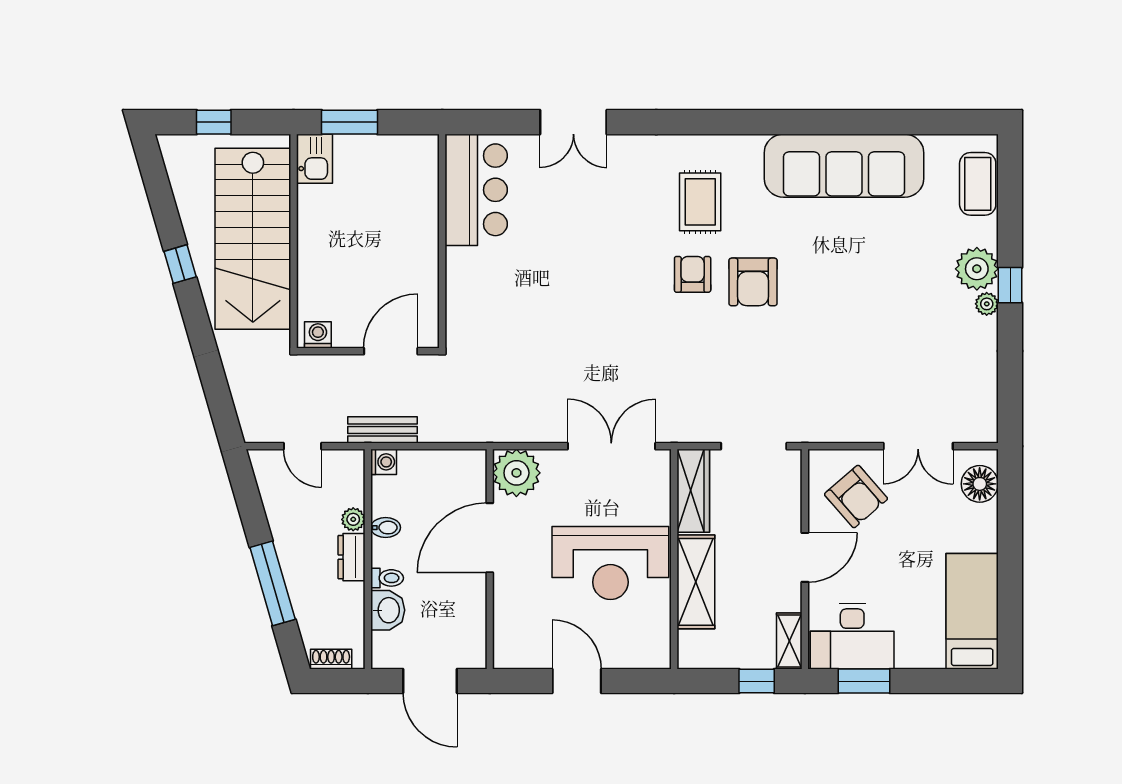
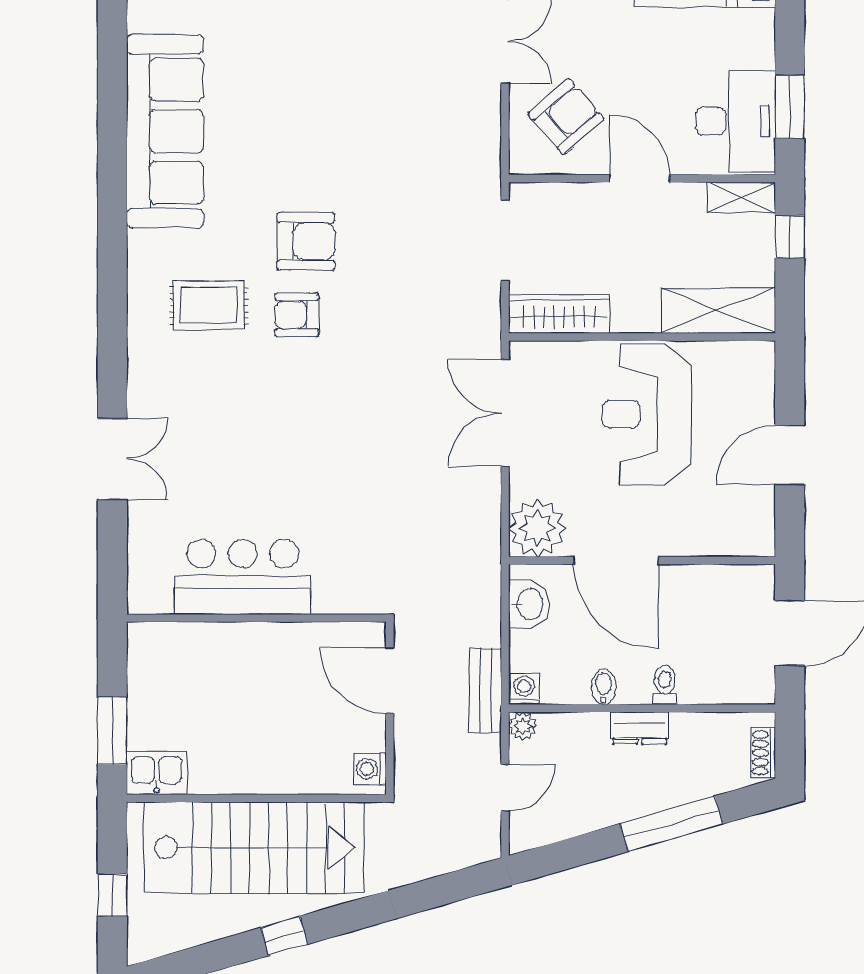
bar counter: (476, 190) -> (243, 577), moved
plant: (353, 519) -> (523, 726), moved
reception desk: (610, 563) -> (647, 414), turned 180
shelving: (696, 582) -> (718, 311), moved
washbasin: (388, 610) -> (529, 604), moved, turned 90

